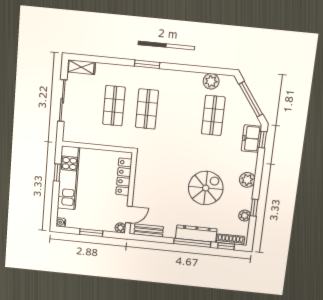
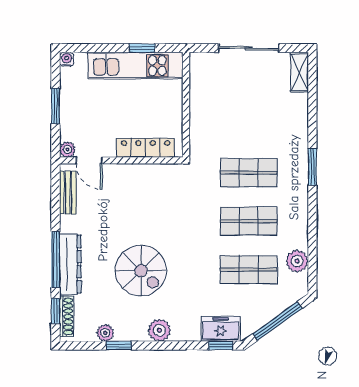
shop shelf: (114, 106) -> (249, 221), moved

